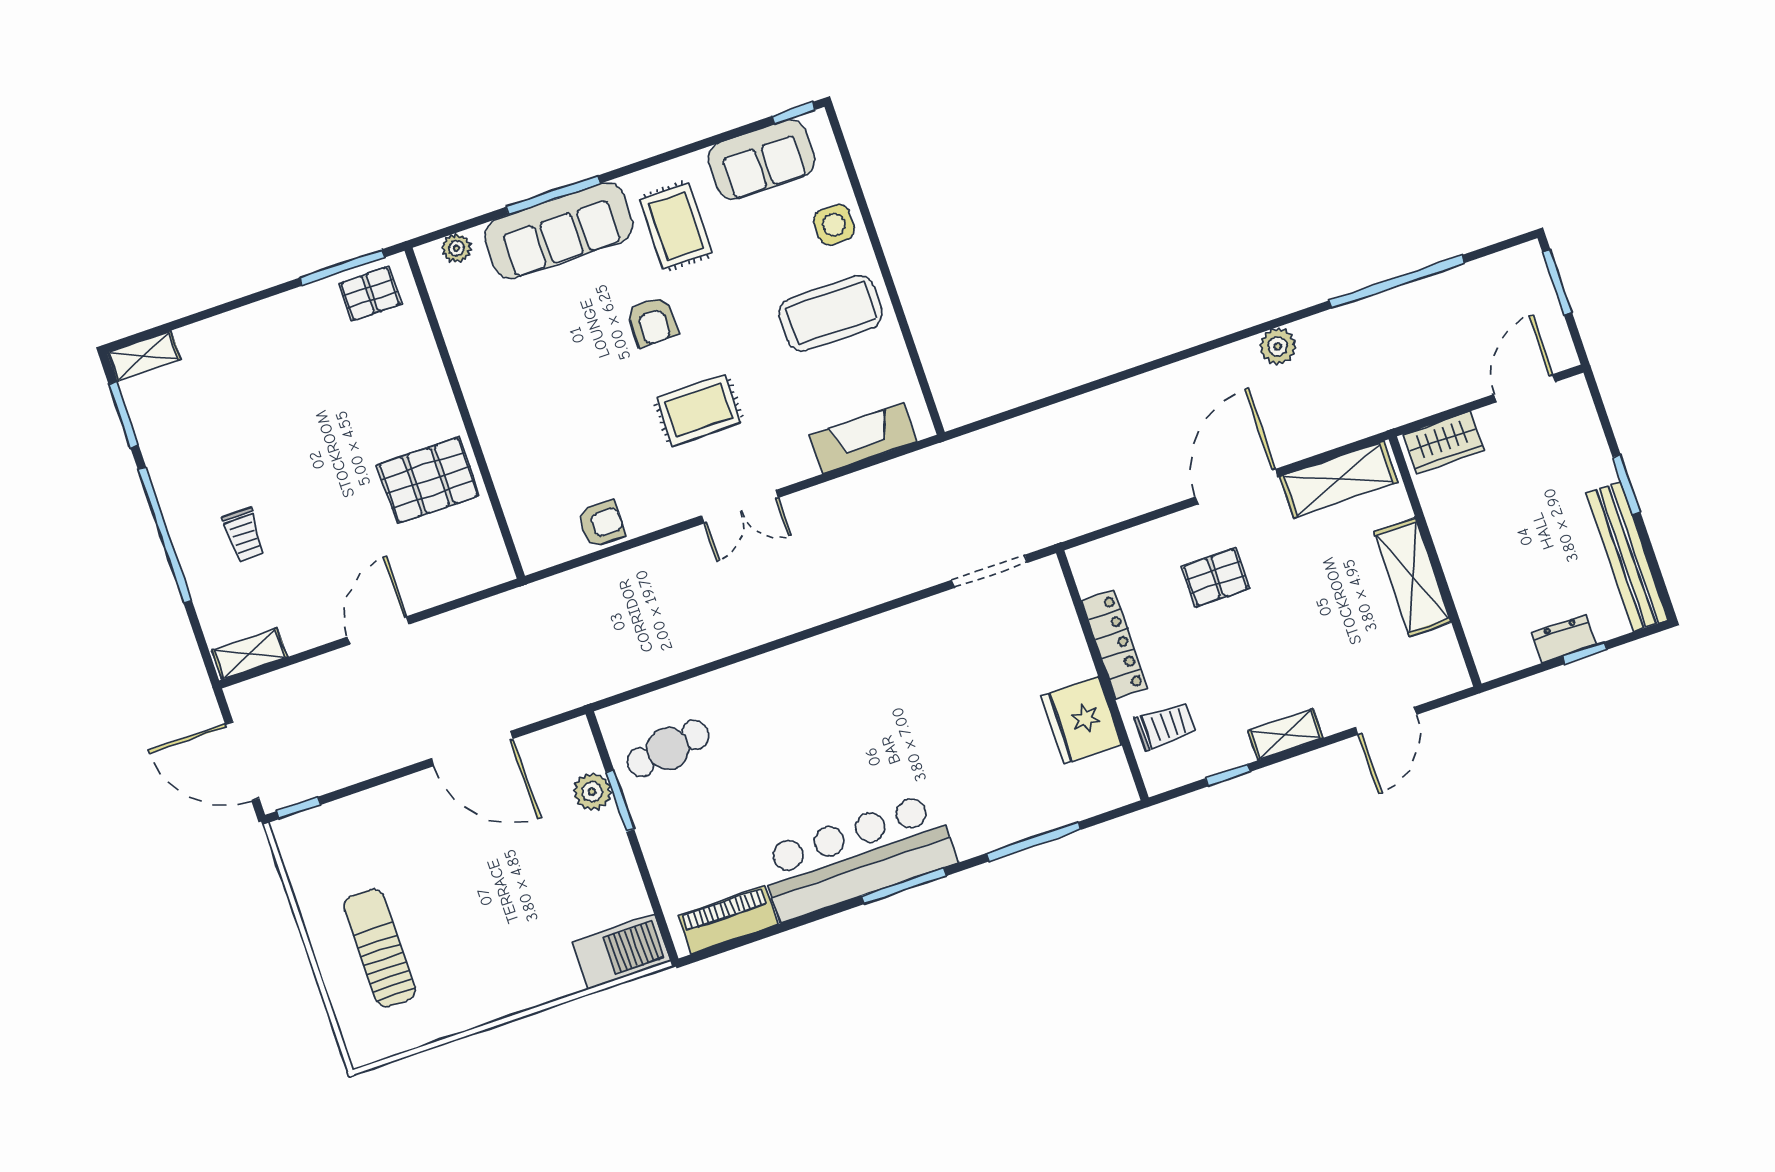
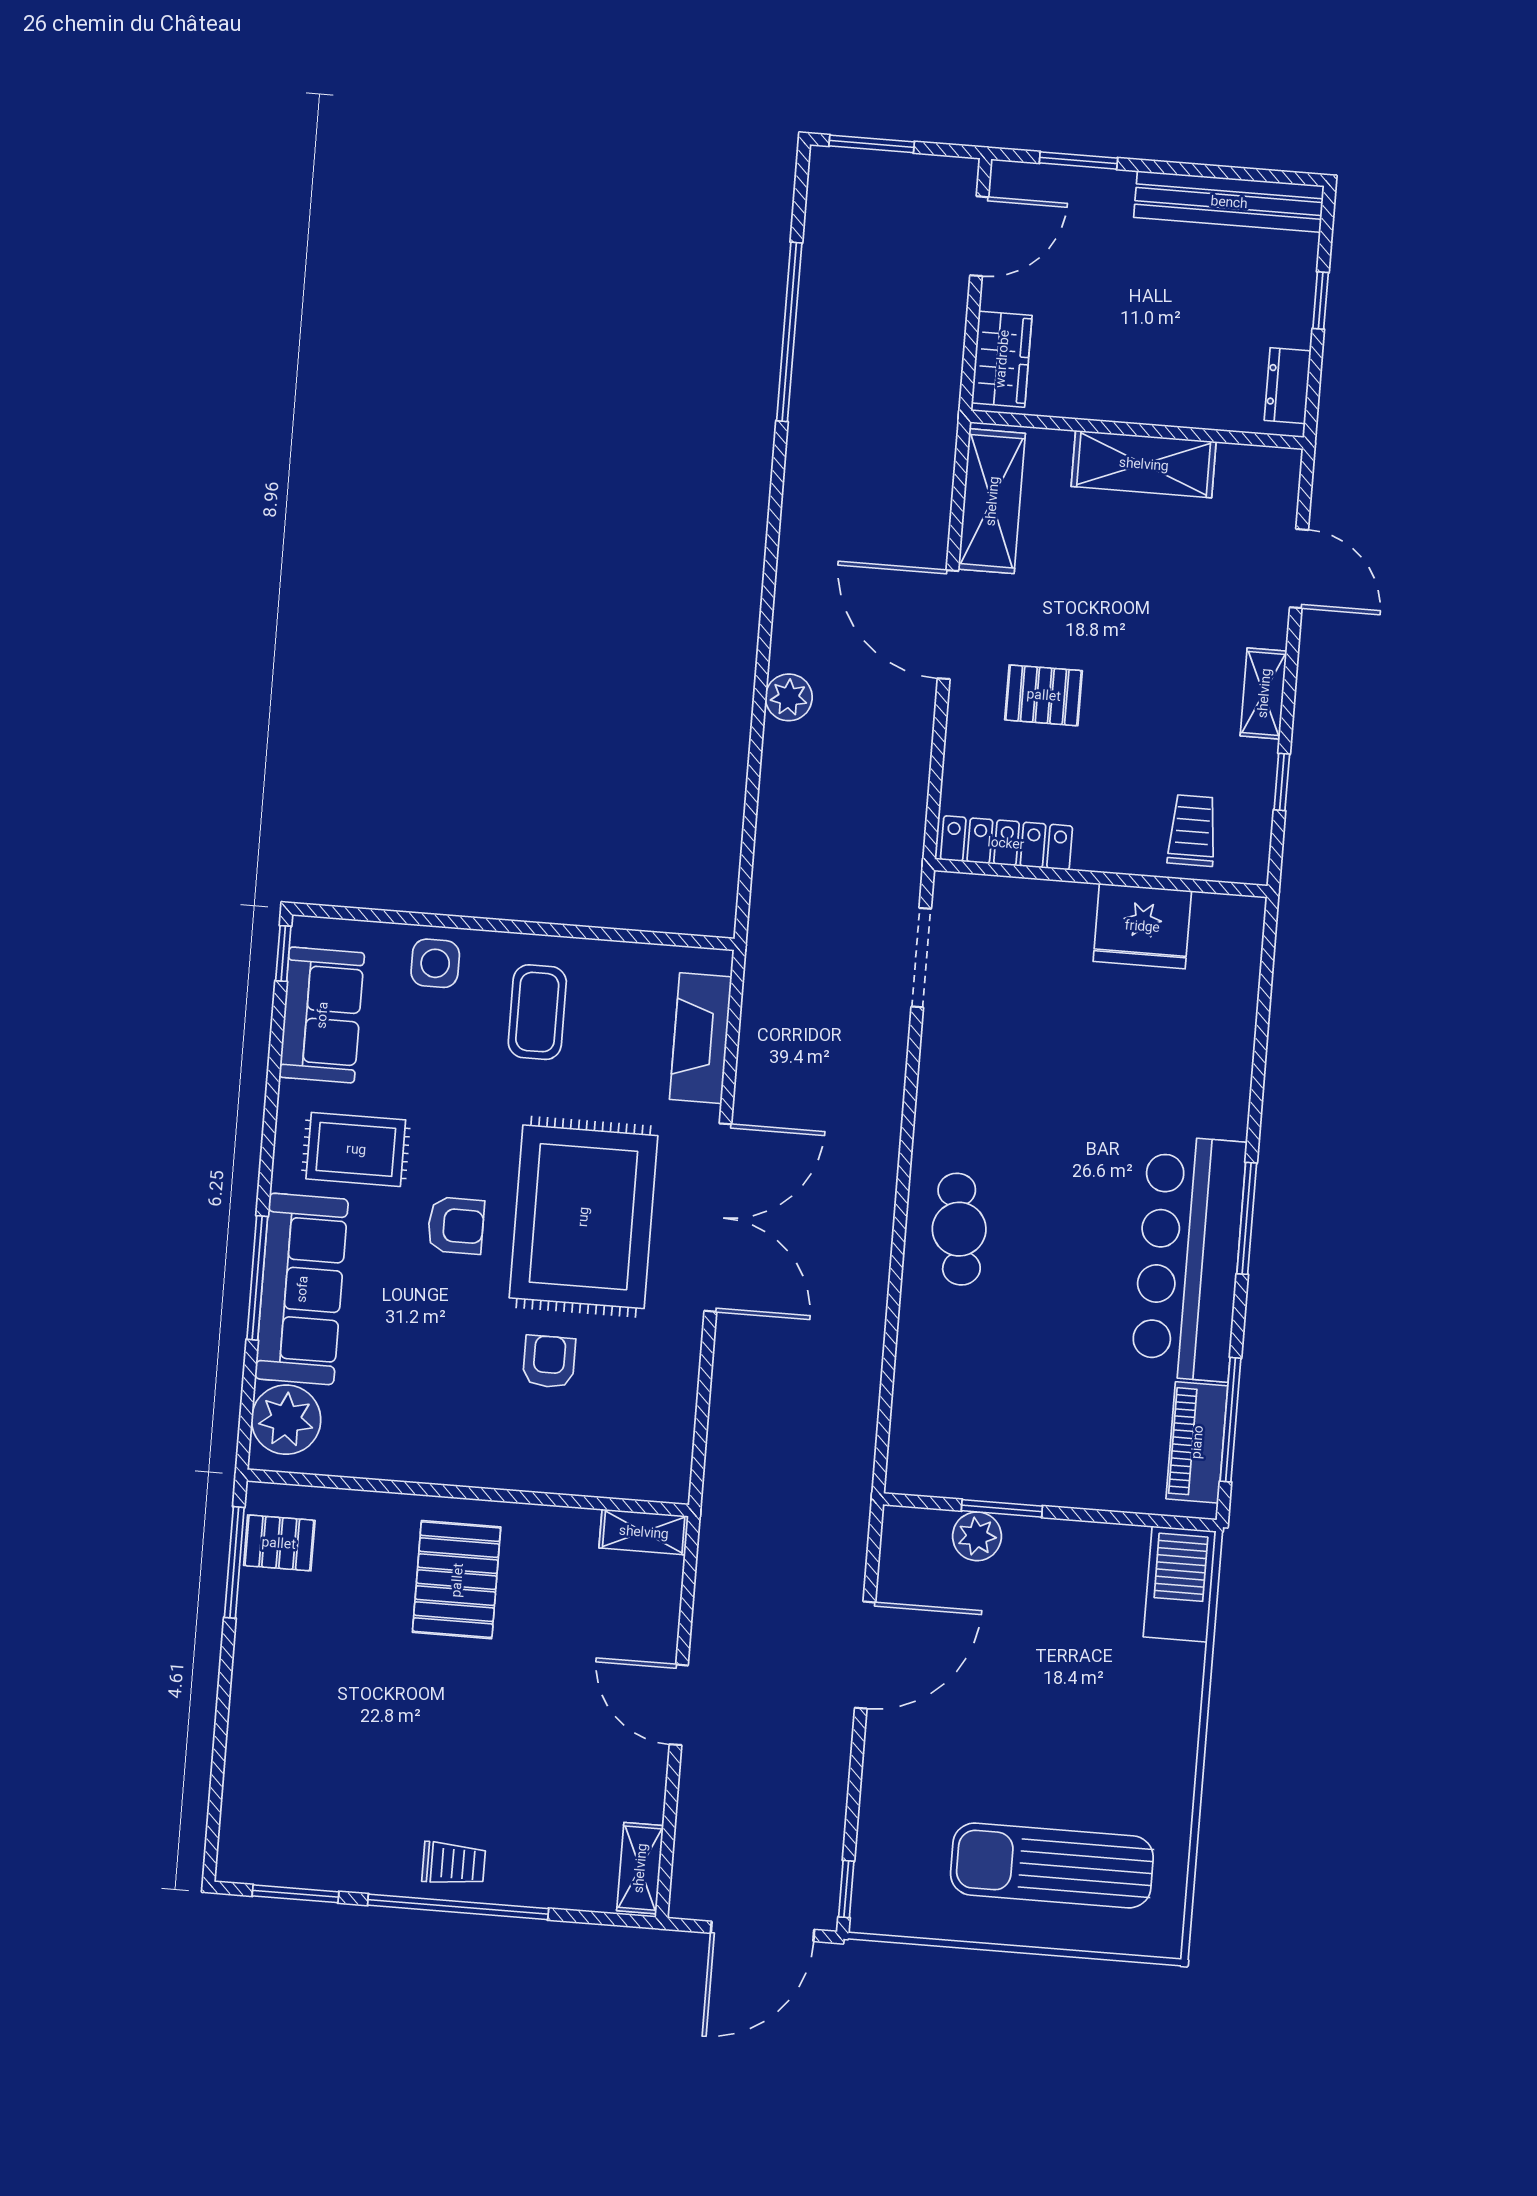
plant: (456, 248) -> (286, 1420), width x1.88, depth x1.88
pallet: (370, 294) -> (279, 1543), turned 90
coffee table: (831, 313) -> (537, 1012), width x0.73, depth x0.76
plant: (1278, 346) -> (789, 697), moved
shelving: (144, 356) -> (644, 1532), moved, turned 90
door: (1525, 388) -> (979, 236), swing flipped
rug: (699, 410) -> (583, 1217), width x1.86, depth x2.06
pallet: (428, 480) -> (457, 1580), moved
window: (1627, 485) -> (1078, 161), moved
double door: (740, 507) -> (718, 1218), width x1.87
armchair: (602, 524) -> (549, 1362), moved
trolley: (244, 535) -> (454, 1864), moved
pallet: (1216, 577) -> (1044, 695), turned 90
dresser: (1564, 639) -> (1288, 386), moved
locker: (1115, 644) -> (1006, 843), moved
cafe table: (668, 749) -> (959, 1229), moved
window: (1034, 842) -> (1231, 1420), moved
sun lounger: (380, 948) -> (1052, 1865), width x1.36, depth x1.34

